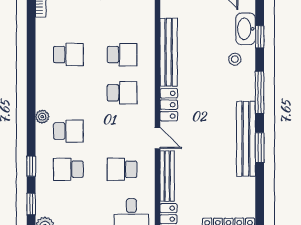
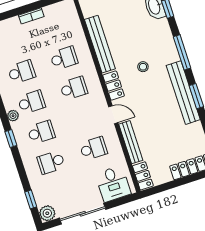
stool: (235, 59) -> (143, 67), moved
school desk: (68, 93) -> (31, 102), added
plant: (42, 117) -> (13, 116), moved
window: (31, 166) -> (11, 138), moved
school desk: (122, 169) -> (93, 148), turned 180

